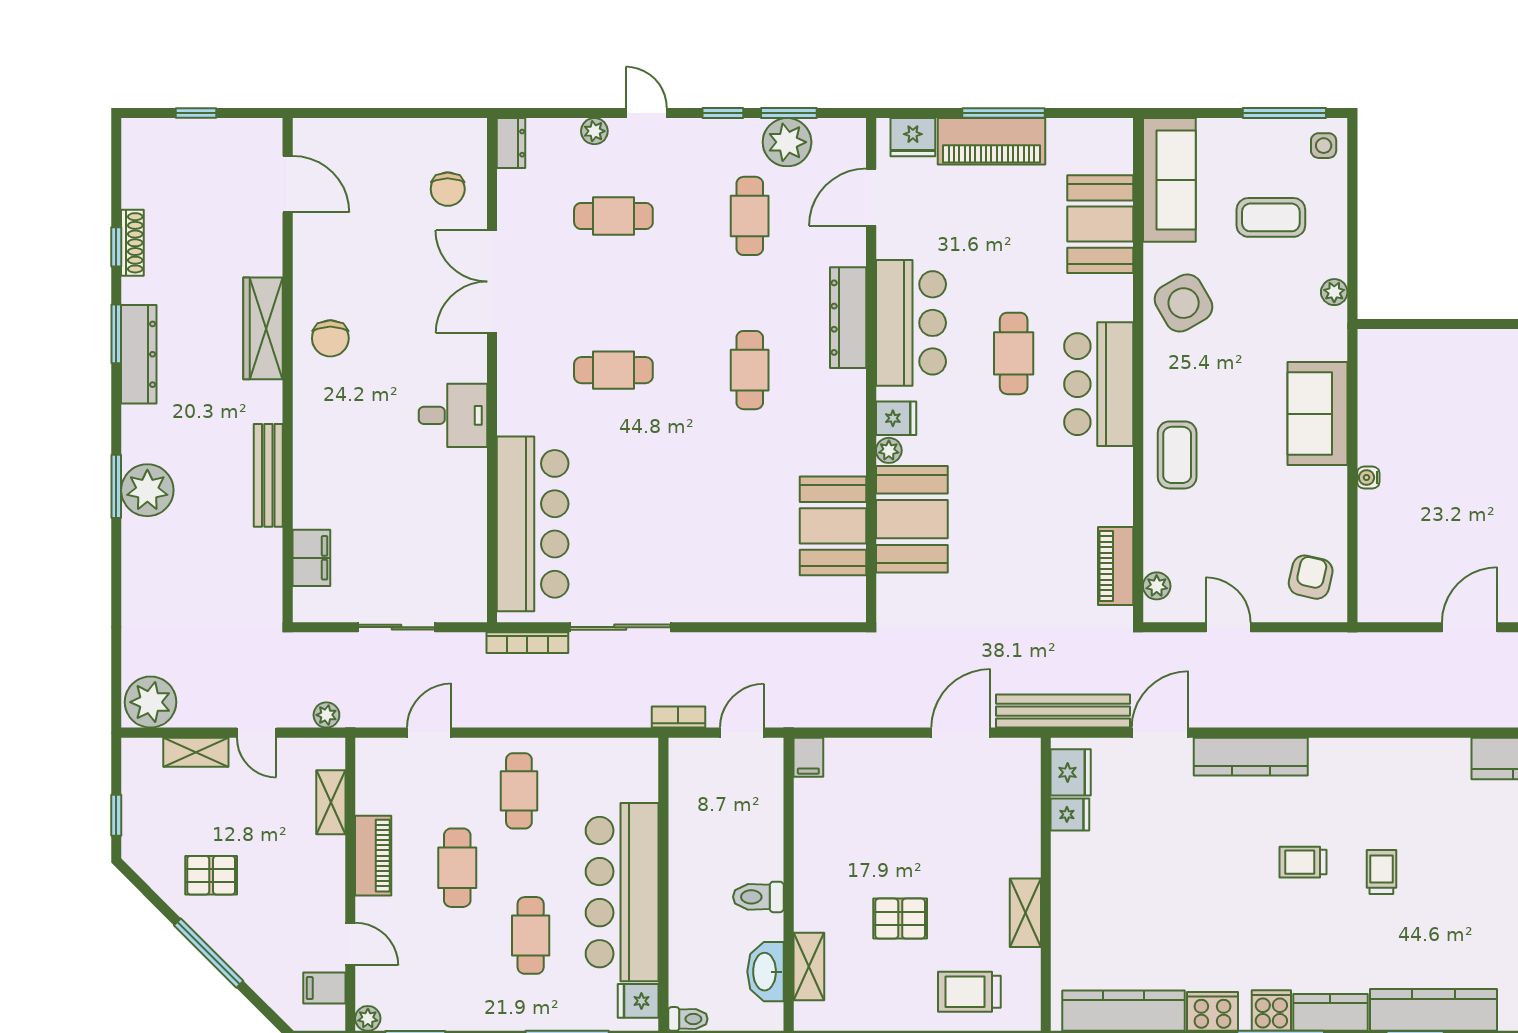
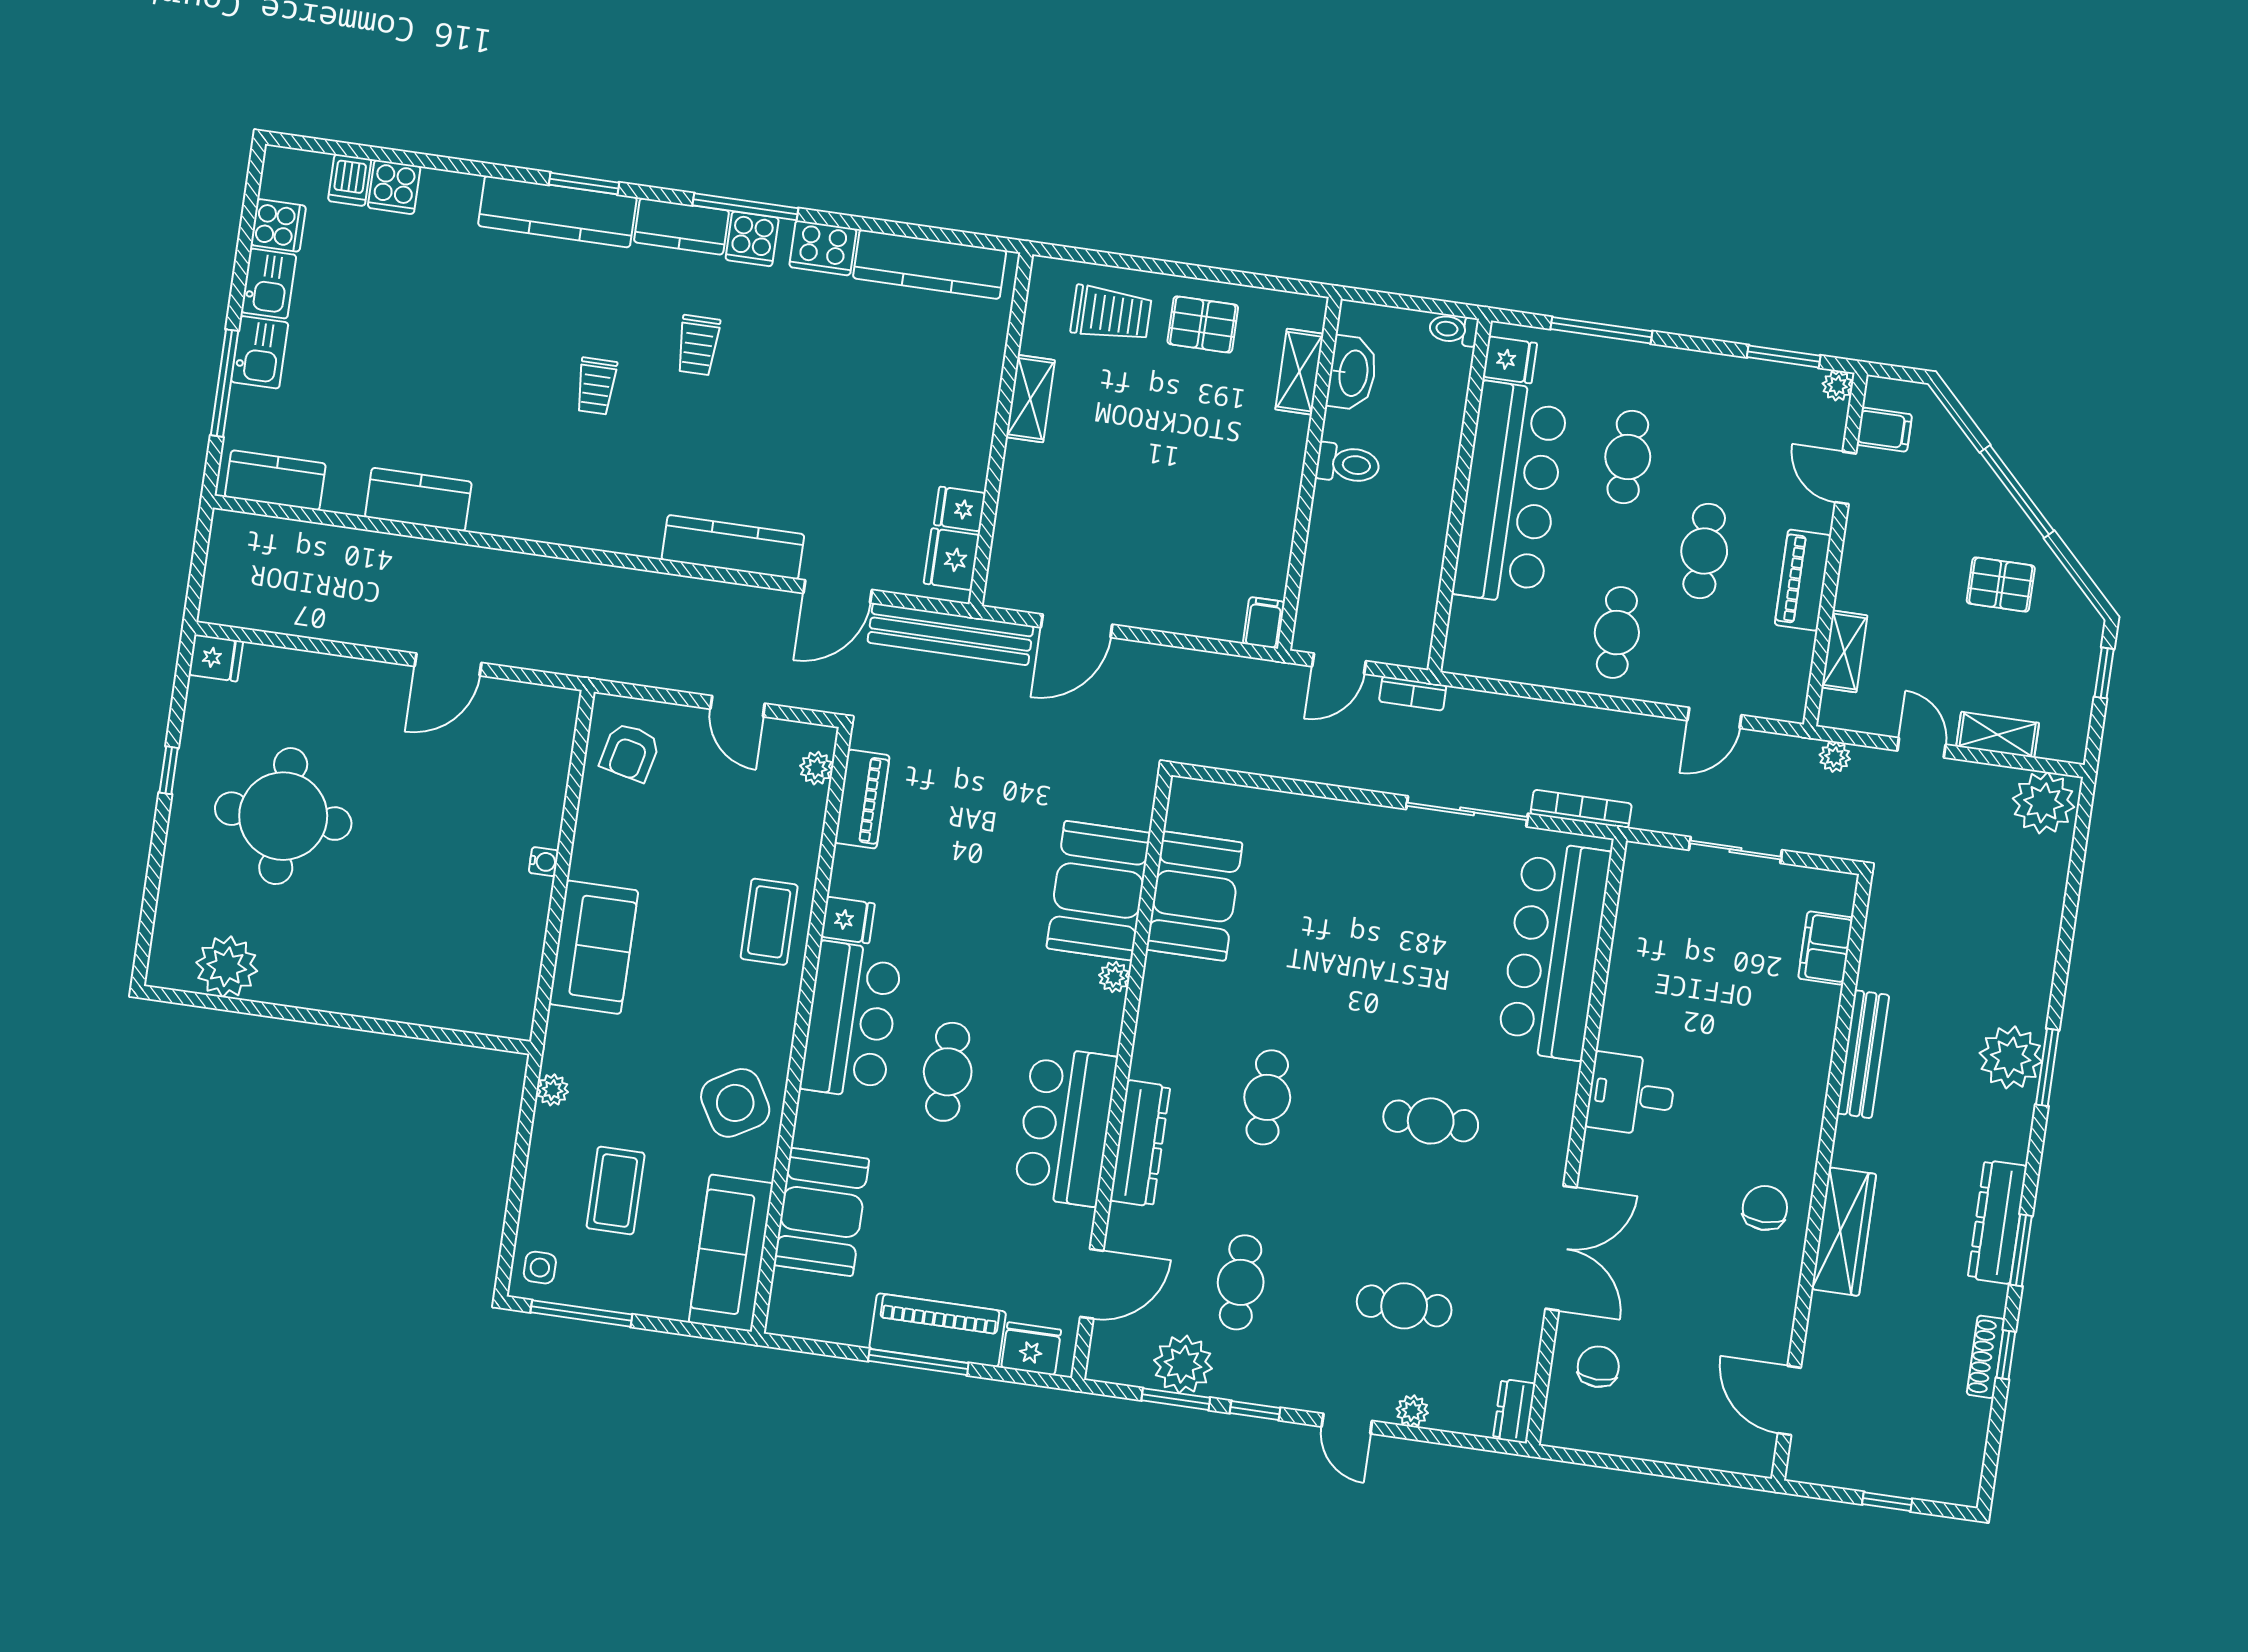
coffee table: (1271, 217) -> (616, 1190), turned 90
fridge: (896, 418) -> (848, 920), moved, turned 180
trolley: (1303, 862) -> (698, 345), moved, turned 90
pallet: (900, 919) -> (1203, 324), moved

